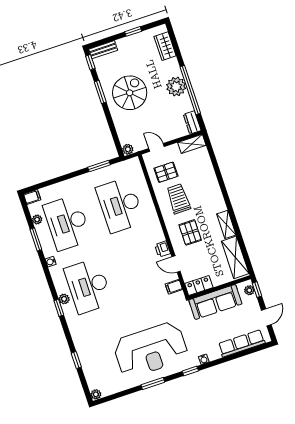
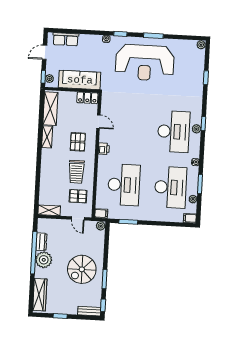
wardrobe: (165, 46) -> (40, 295), width x1.50
dresser: (192, 122) -> (41, 242), moved
printer: (162, 249) -> (104, 149), moved
filing cabinet: (174, 287) -> (101, 213), moved
row of seats: (242, 343) -> (66, 39), width x0.68
reception desk: (151, 350) -> (145, 63), turned 180

